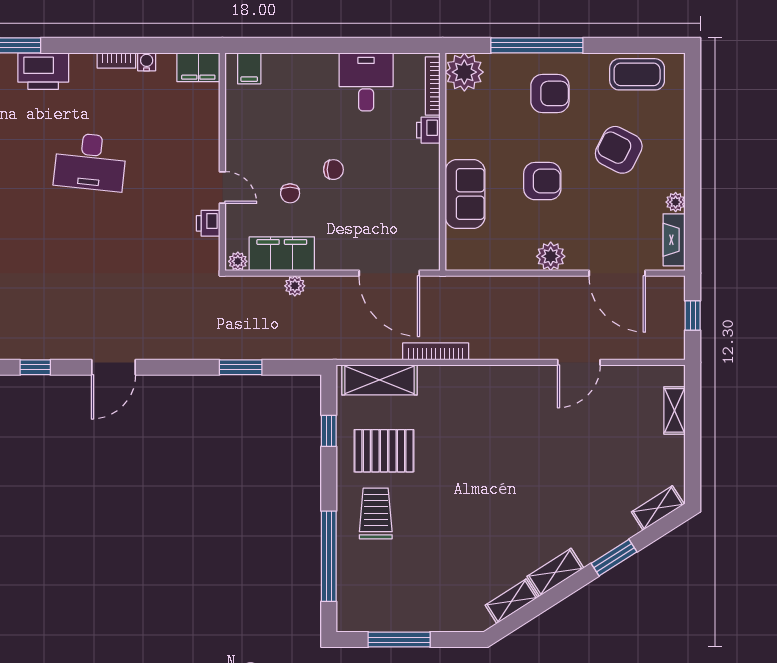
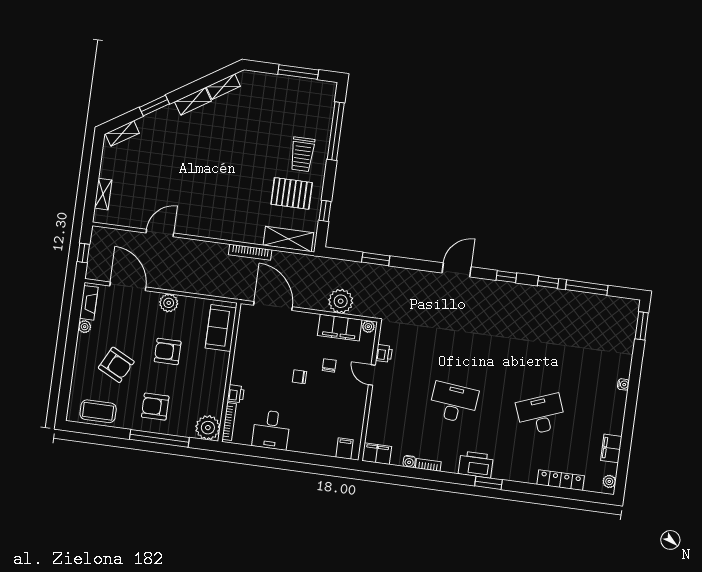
sofa: (465, 194) -> (221, 328), moved
plant: (295, 286) -> (341, 301), width x1.88, depth x1.88

